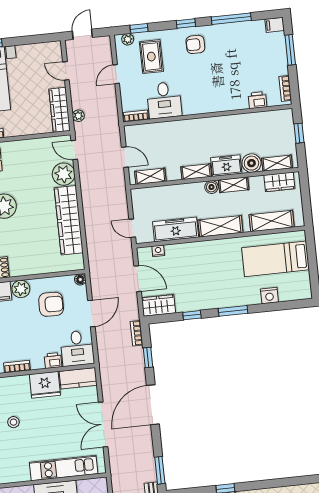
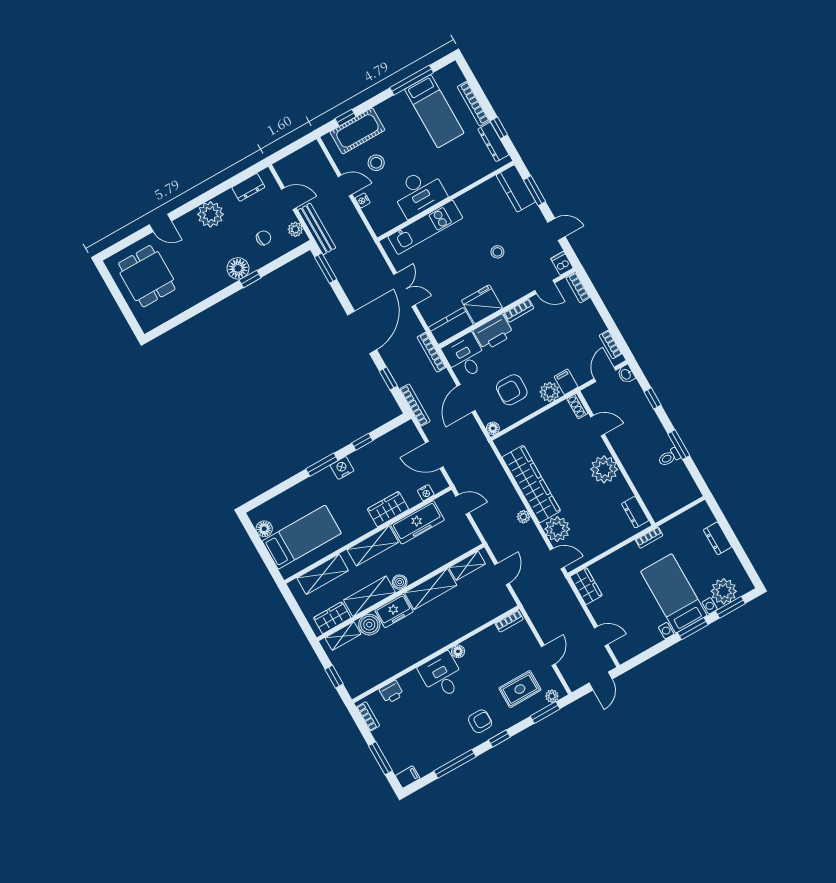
window: (139, 28) -> (545, 713), width x1.50
rug: (151, 57) -> (520, 689), turned 90
desk: (164, 100) -> (442, 676), moved
wardrobe: (60, 110) -> (586, 586), width x0.67
floor lamp: (188, 110) -> (458, 651), added
plant: (78, 116) -> (523, 517), moved
door: (125, 157) -> (502, 574), swing flipped
shelving: (196, 172) -> (431, 589), width x1.50, depth x1.33
shelving: (234, 185) -> (370, 596), width x1.50, depth x1.33
floor lamp: (303, 279) -> (264, 529), added
nightstand: (269, 296) -> (342, 468), moved
wardrobe: (159, 305) -> (388, 509), moved, turned 180
bookcase: (136, 333) -> (415, 405), width x1.56
printer: (53, 361) -> (493, 332), width x1.87, depth x1.48
bookcase: (103, 364) -> (431, 352), added
double door: (103, 424) -> (404, 290), width x0.73

